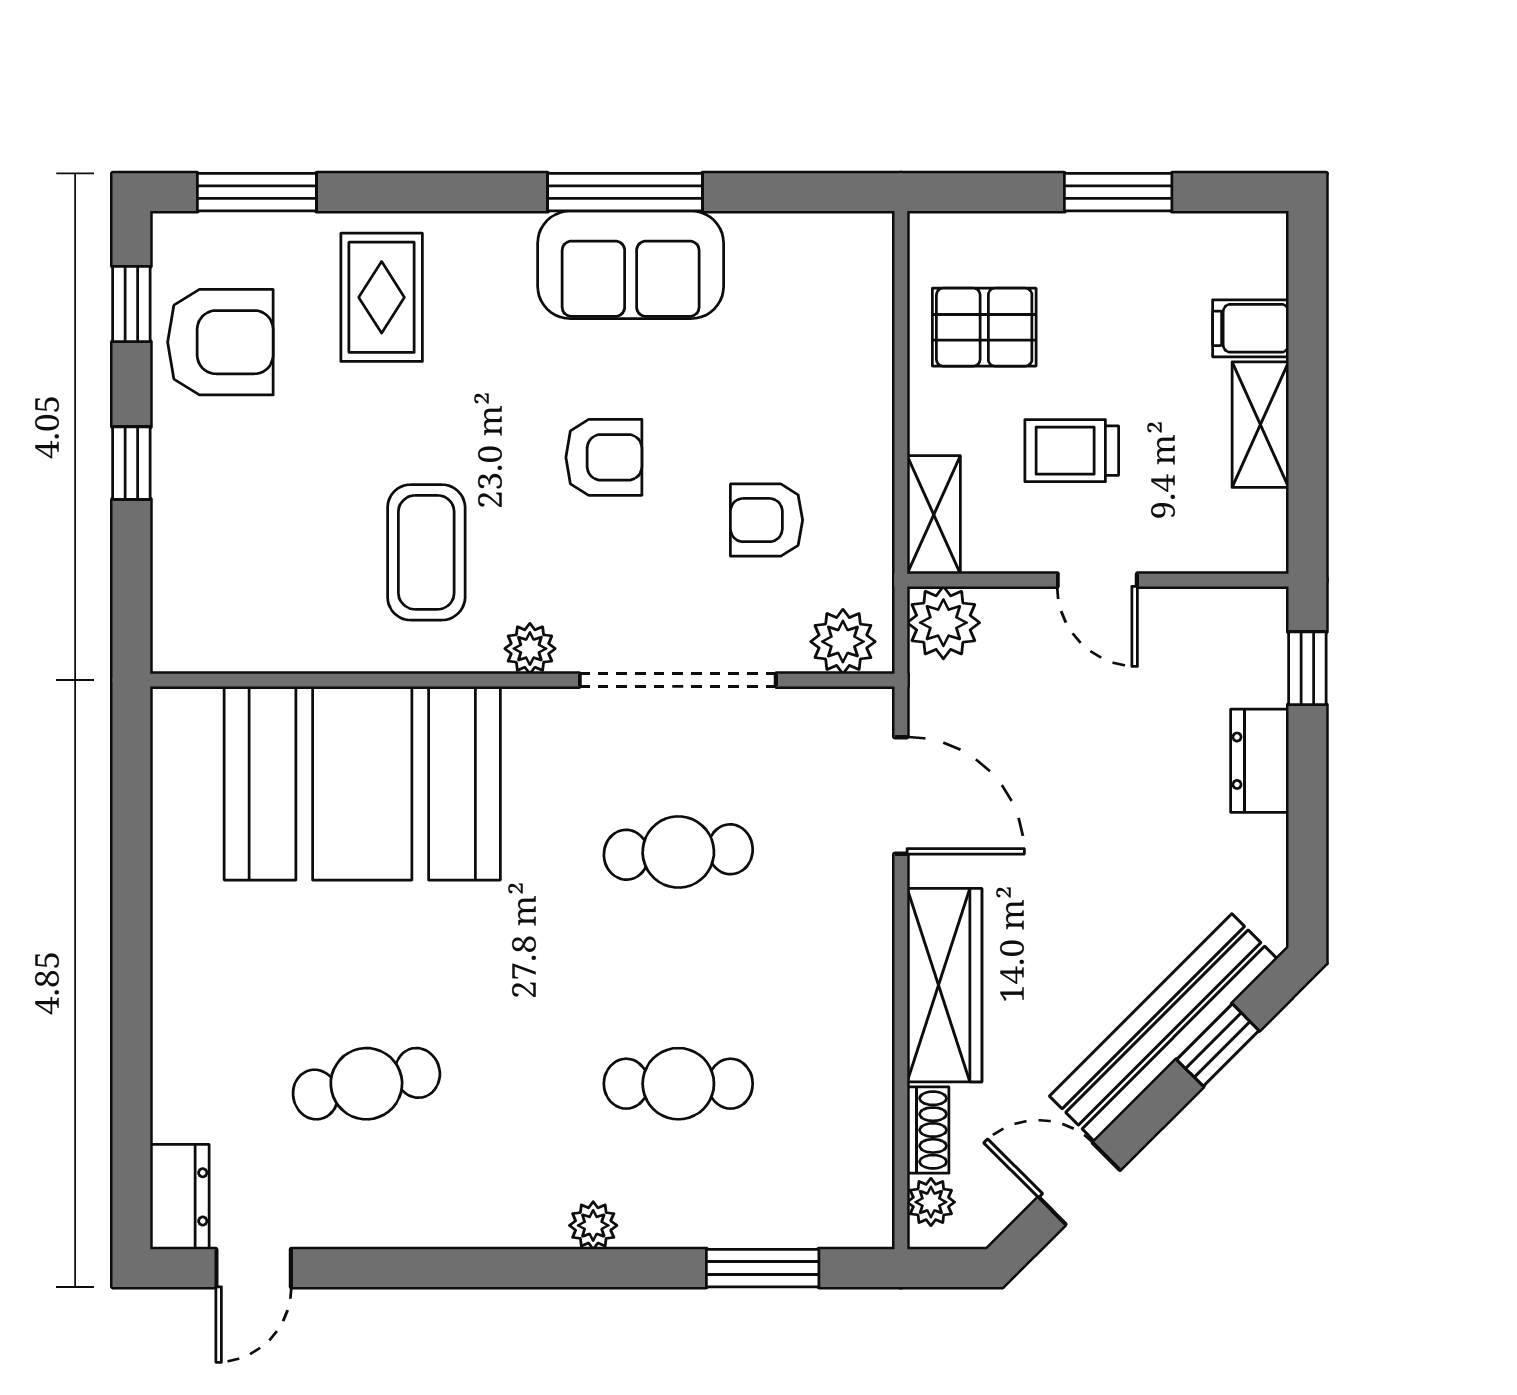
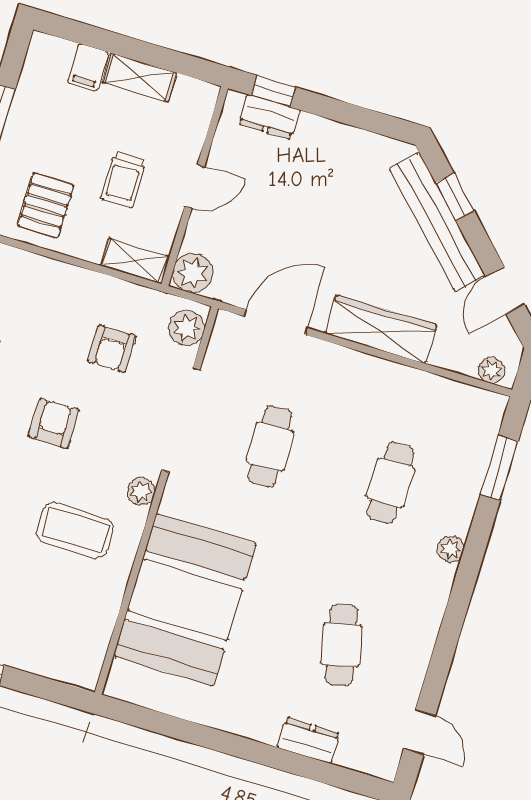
dresser: (1260, 761) -> (269, 117), moved
shoe rack: (928, 1130) -> (454, 360), removed
dresser: (180, 1197) -> (309, 740), moved

